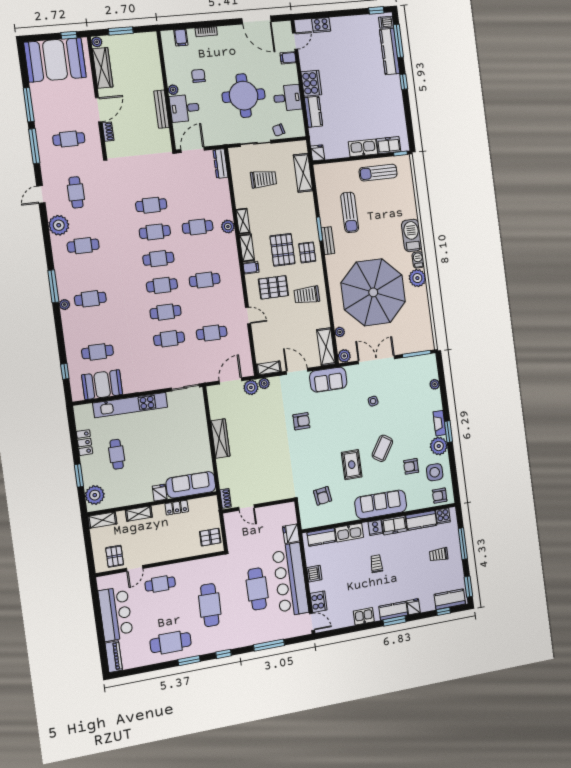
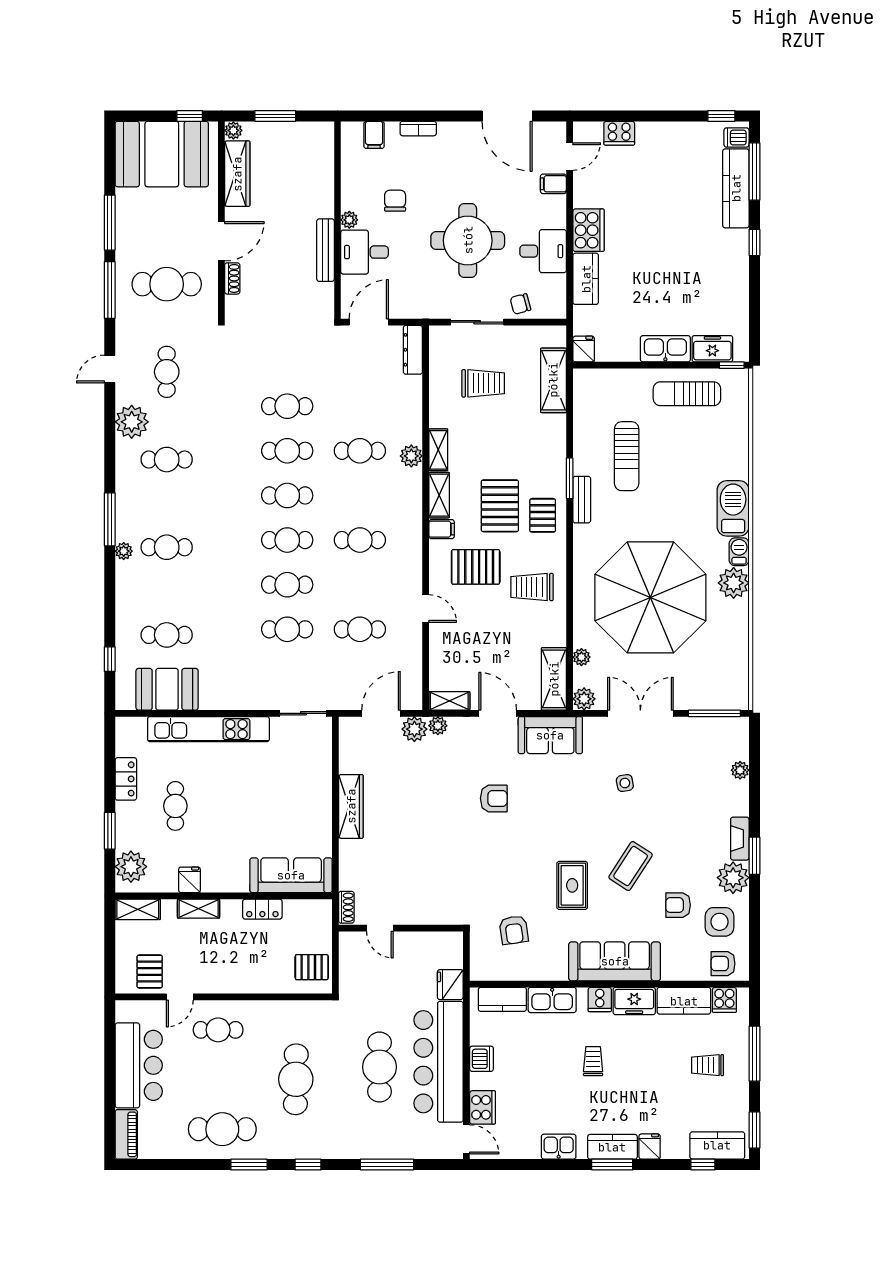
cafe table: (69, 139) -> (167, 284), width x1.37, depth x1.35
fridge: (160, 493) -> (189, 880), moved

